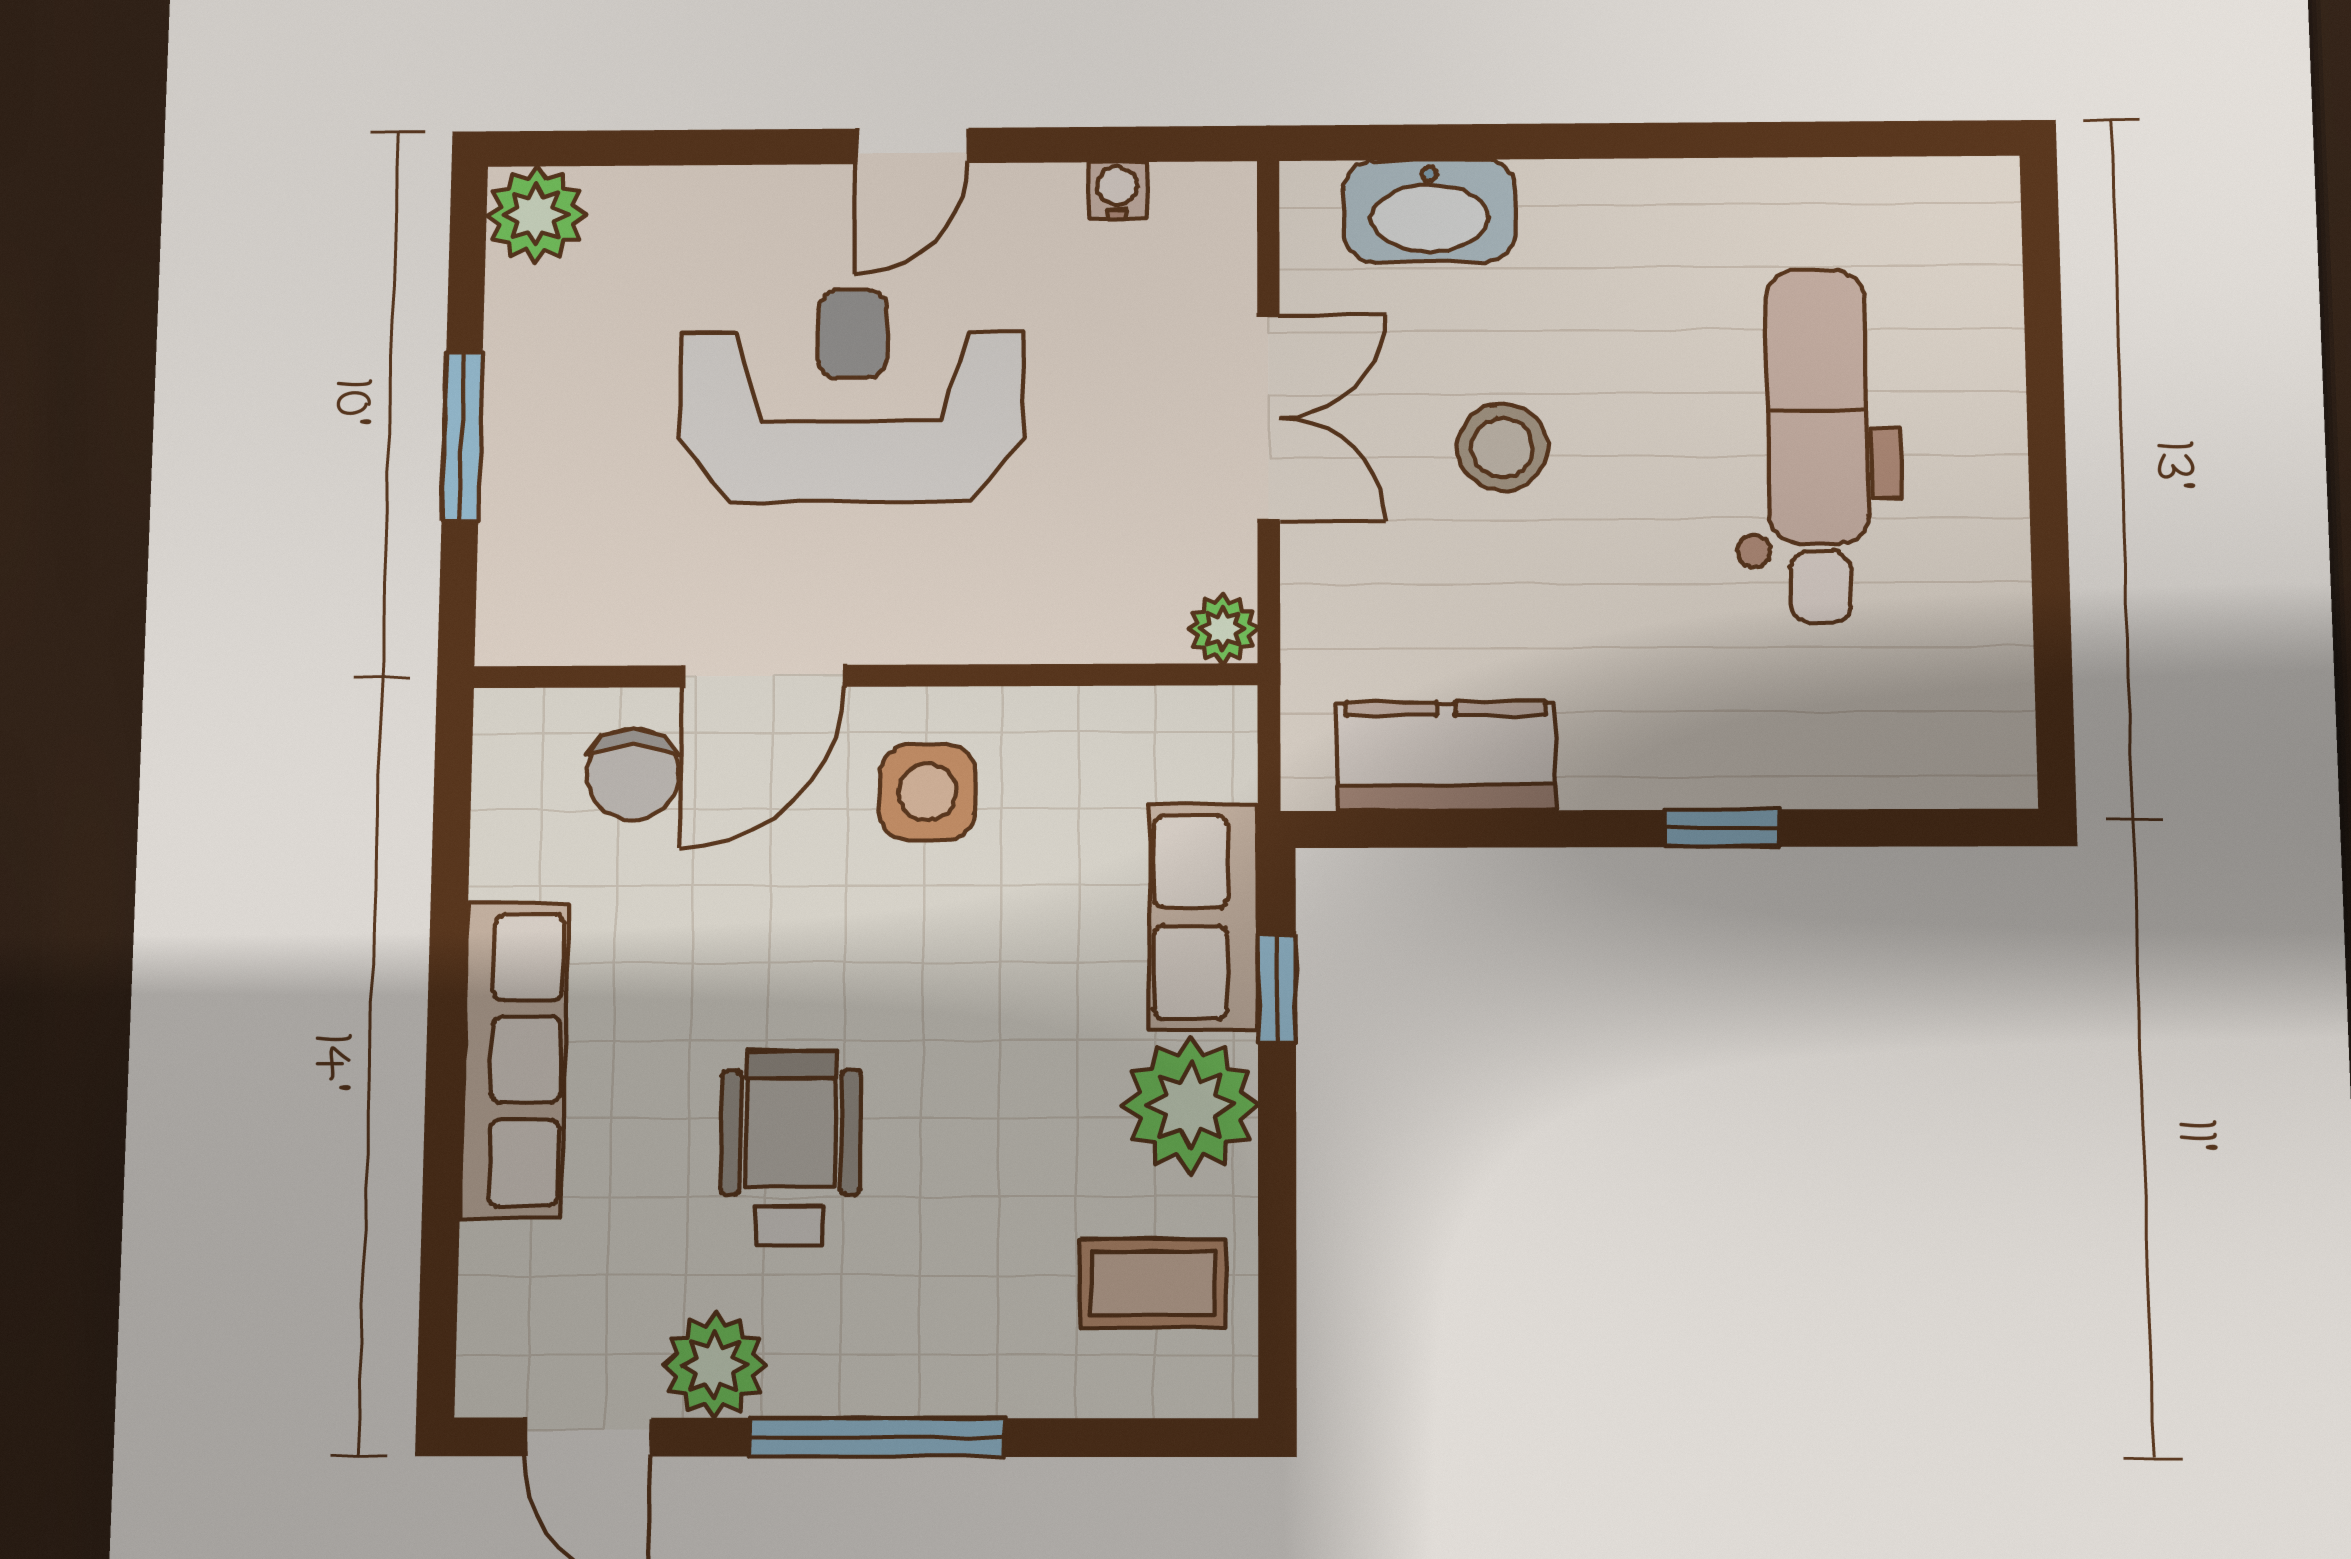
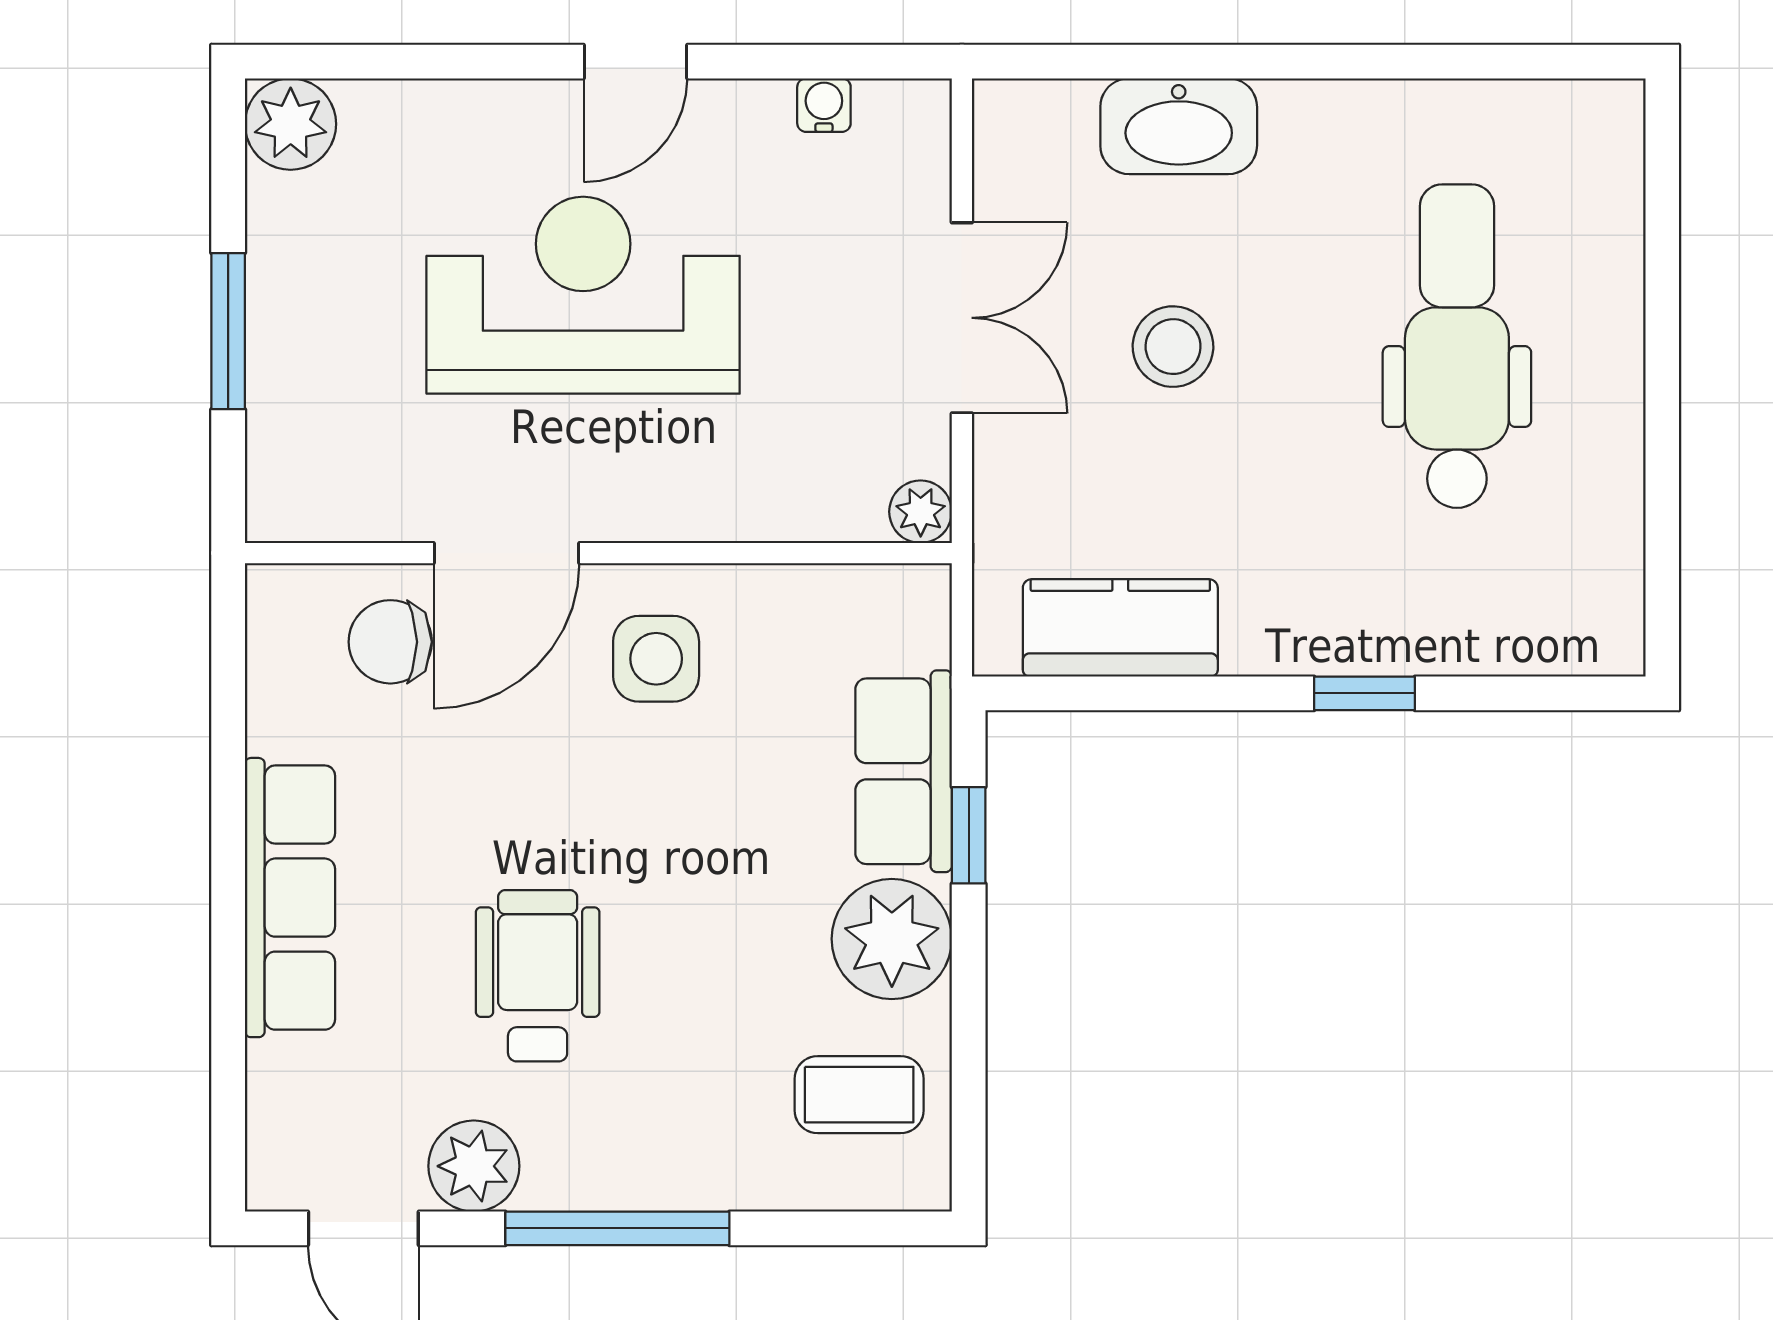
washbasin: (1429, 211) -> (1179, 126), moved
chair: (633, 774) -> (390, 642), turned 90

